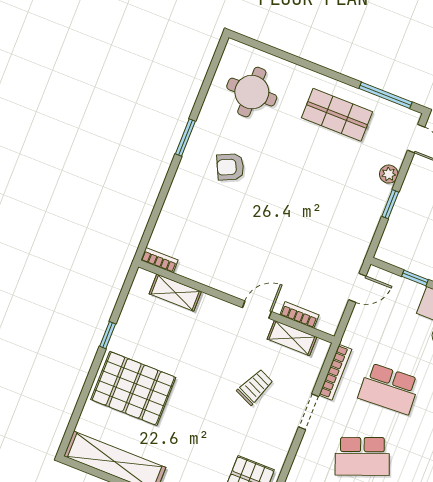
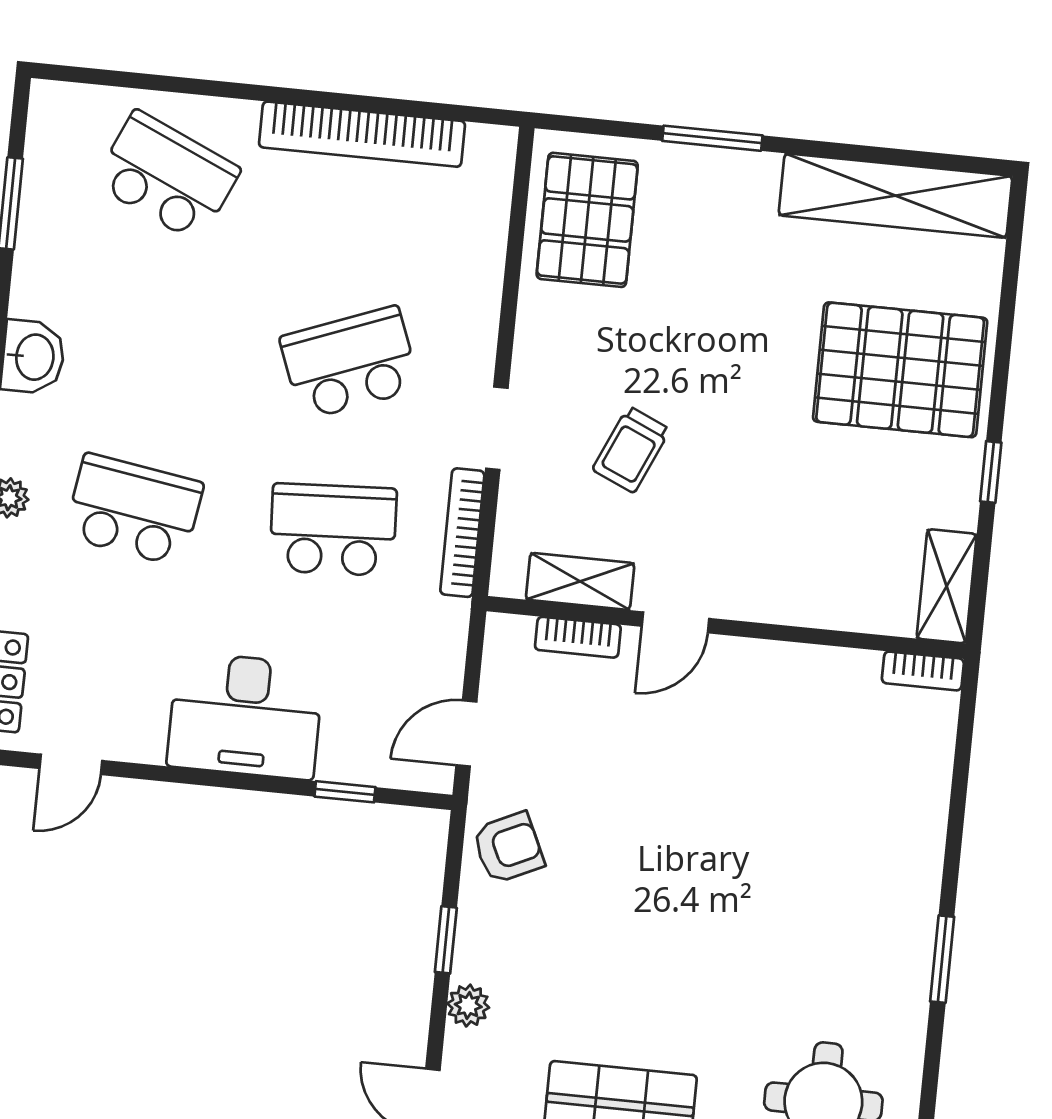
armchair: (230, 167) -> (508, 848), moved
shelving: (175, 293) -> (947, 586), moved, turned 90

